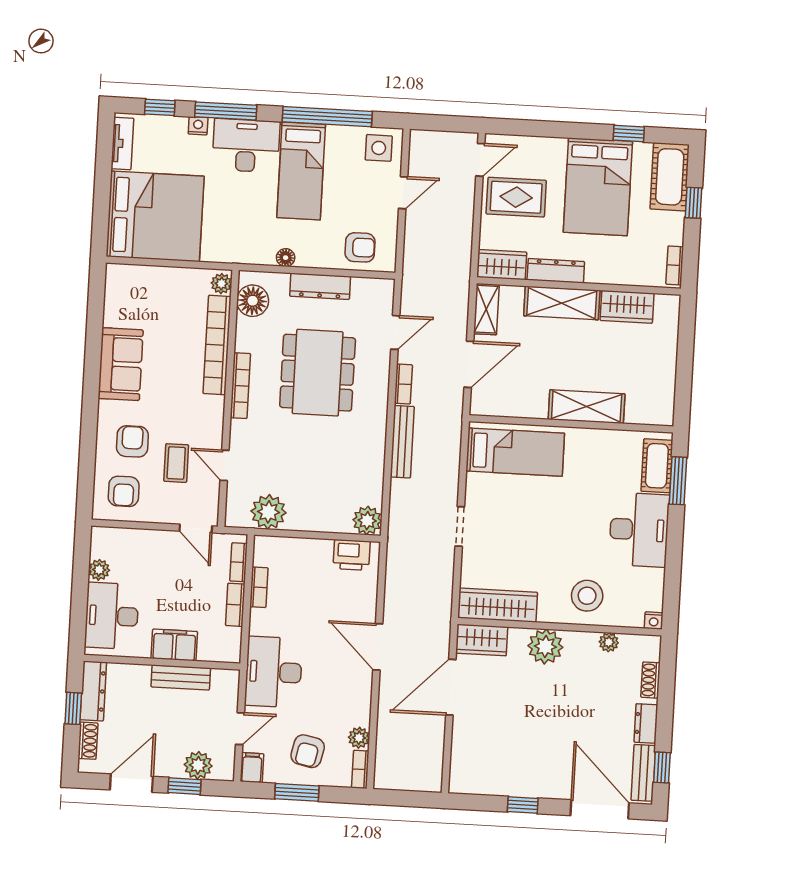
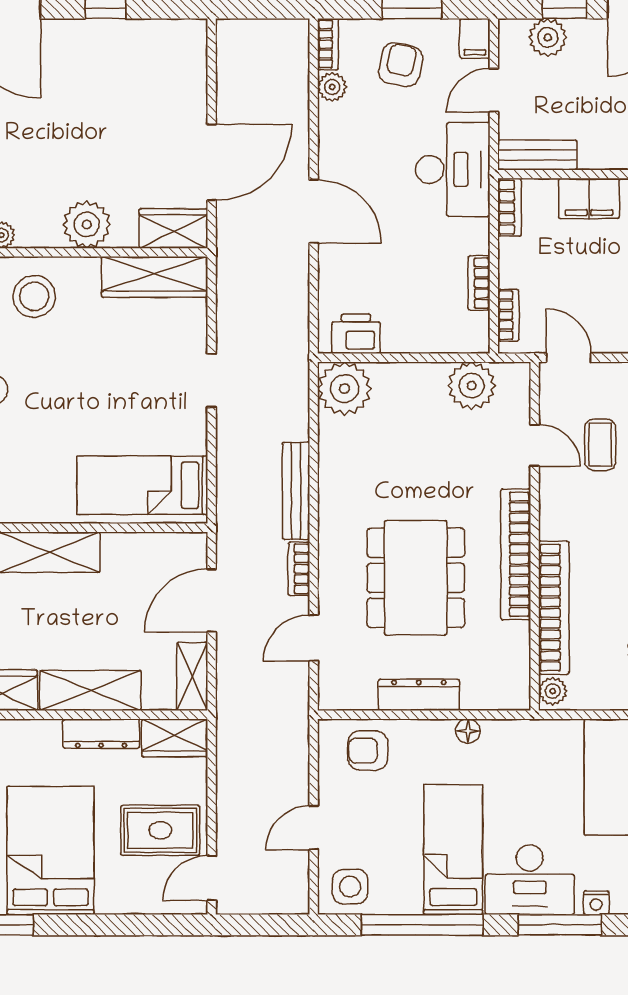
floor lamp: (253, 301) -> (509, 670), removed
bookcase: (240, 386) -> (516, 554), width x1.48, depth x1.31
plant: (367, 521) -> (345, 389), width x1.36, depth x1.36
bookcase: (235, 605) -> (510, 207), moved
bench: (181, 677) -> (537, 155), moved

